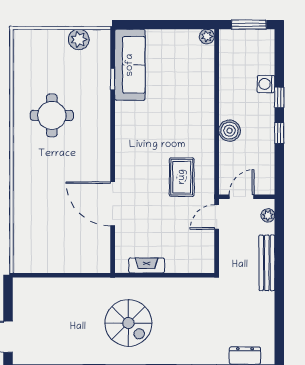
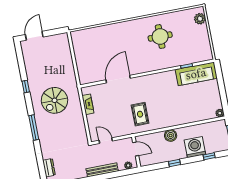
plant: (79, 39) -> (200, 19), moved
washing machine: (266, 84) -> (195, 147), width x1.89, depth x1.89
window: (279, 97) -> (209, 156), moved
rug: (182, 177) -> (140, 114), turned 90
door: (217, 217) -> (106, 141), moved

